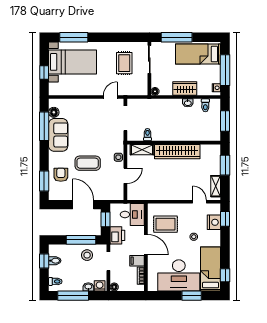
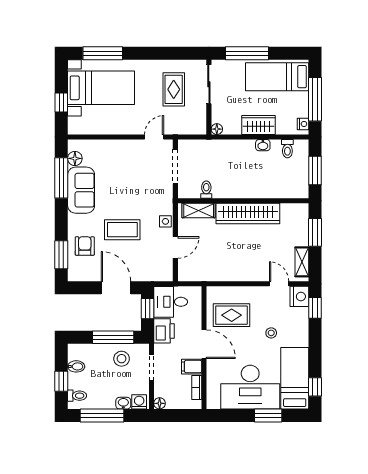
desk: (132, 215) -> (171, 302), moved, turned 180
nightstand: (214, 222) -> (299, 296), moved
window: (44, 261) -> (61, 381), moved

